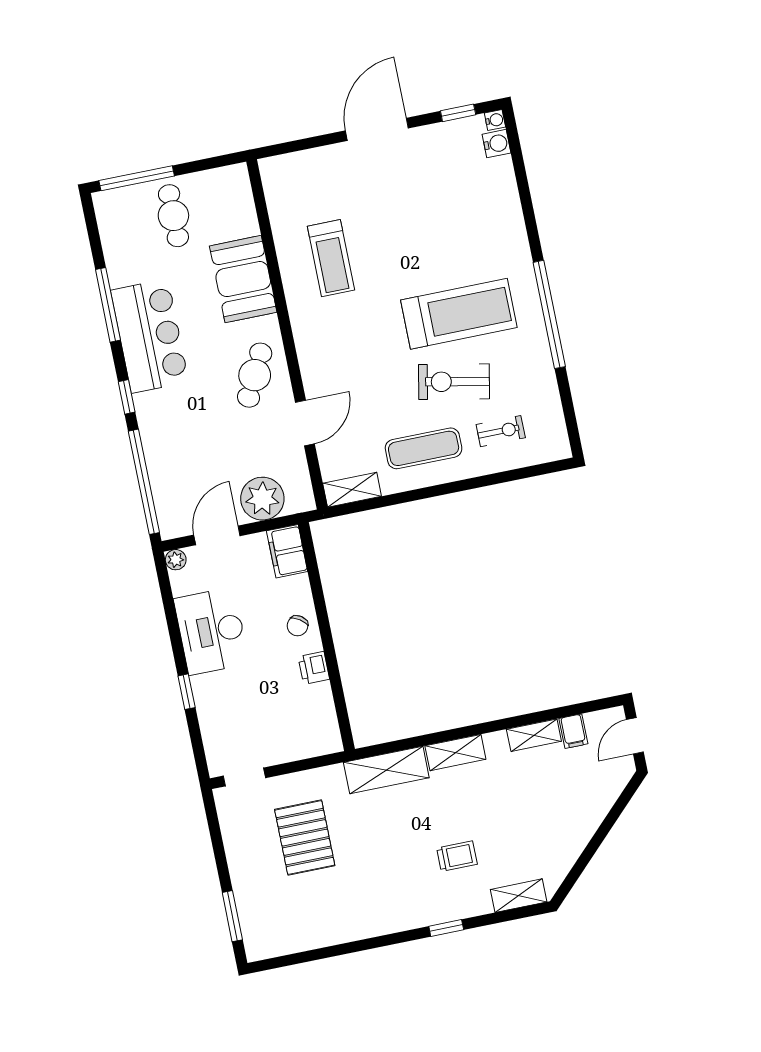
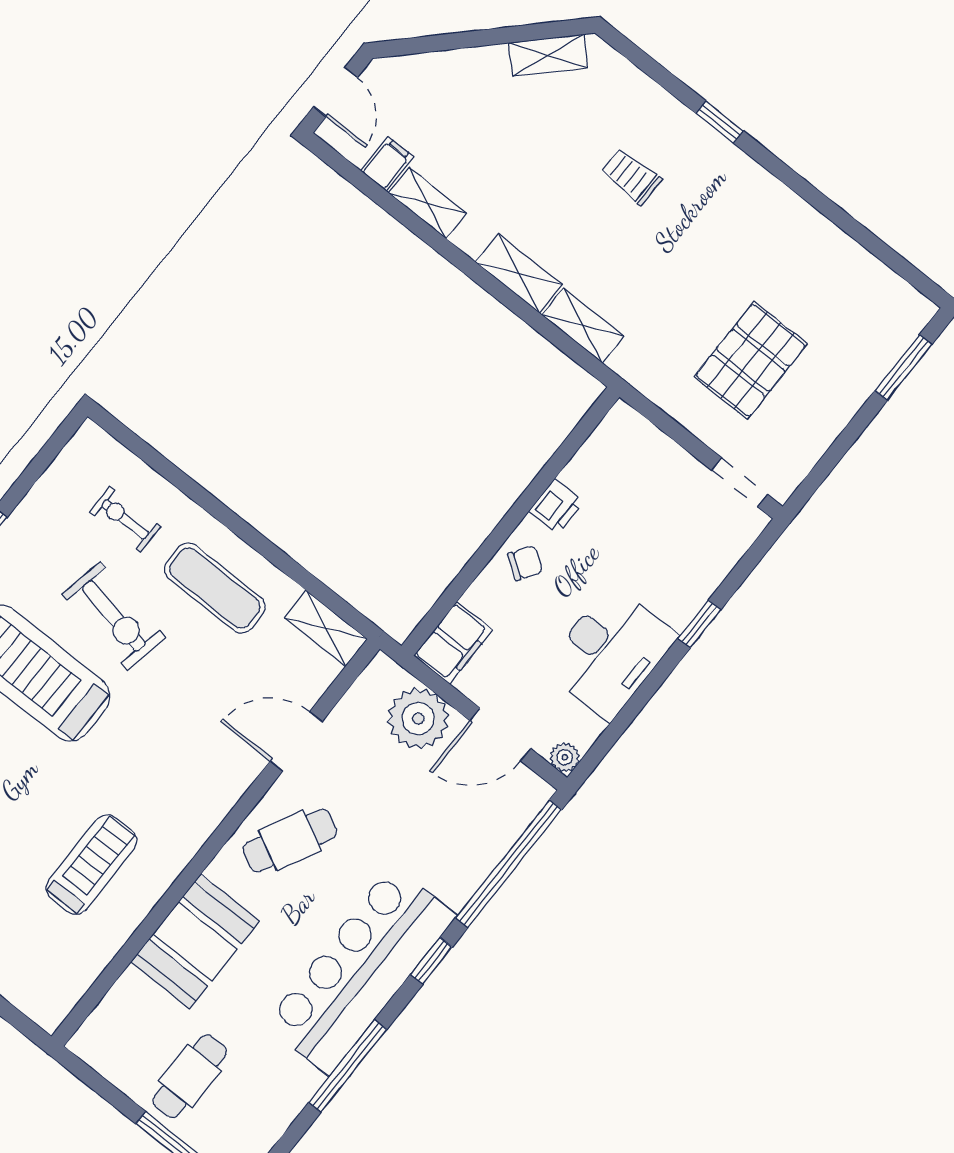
bar counter: (150, 336) -> (361, 970), width x1.36
door: (635, 736) -> (335, 92), hinge flipped
shelving: (386, 770) -> (583, 326), width x0.67, depth x0.75
shelving: (519, 896) -> (548, 55), moved, turned -45

